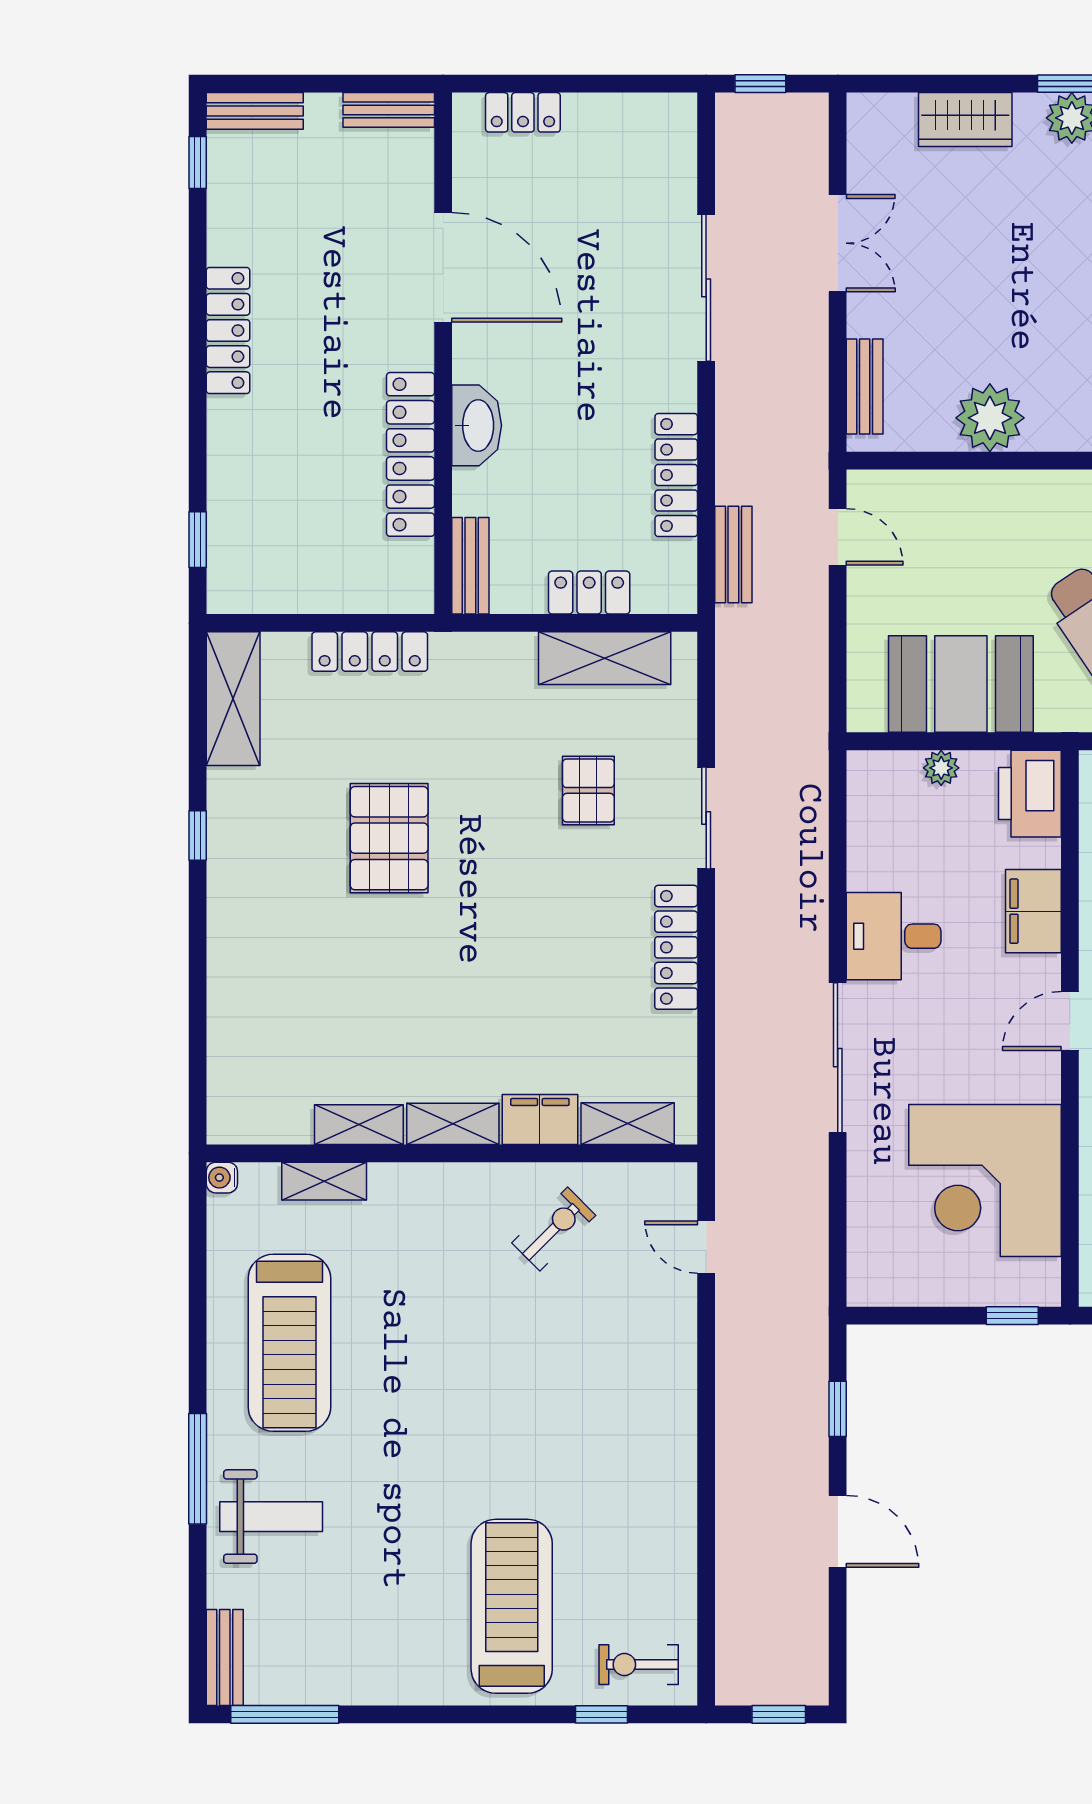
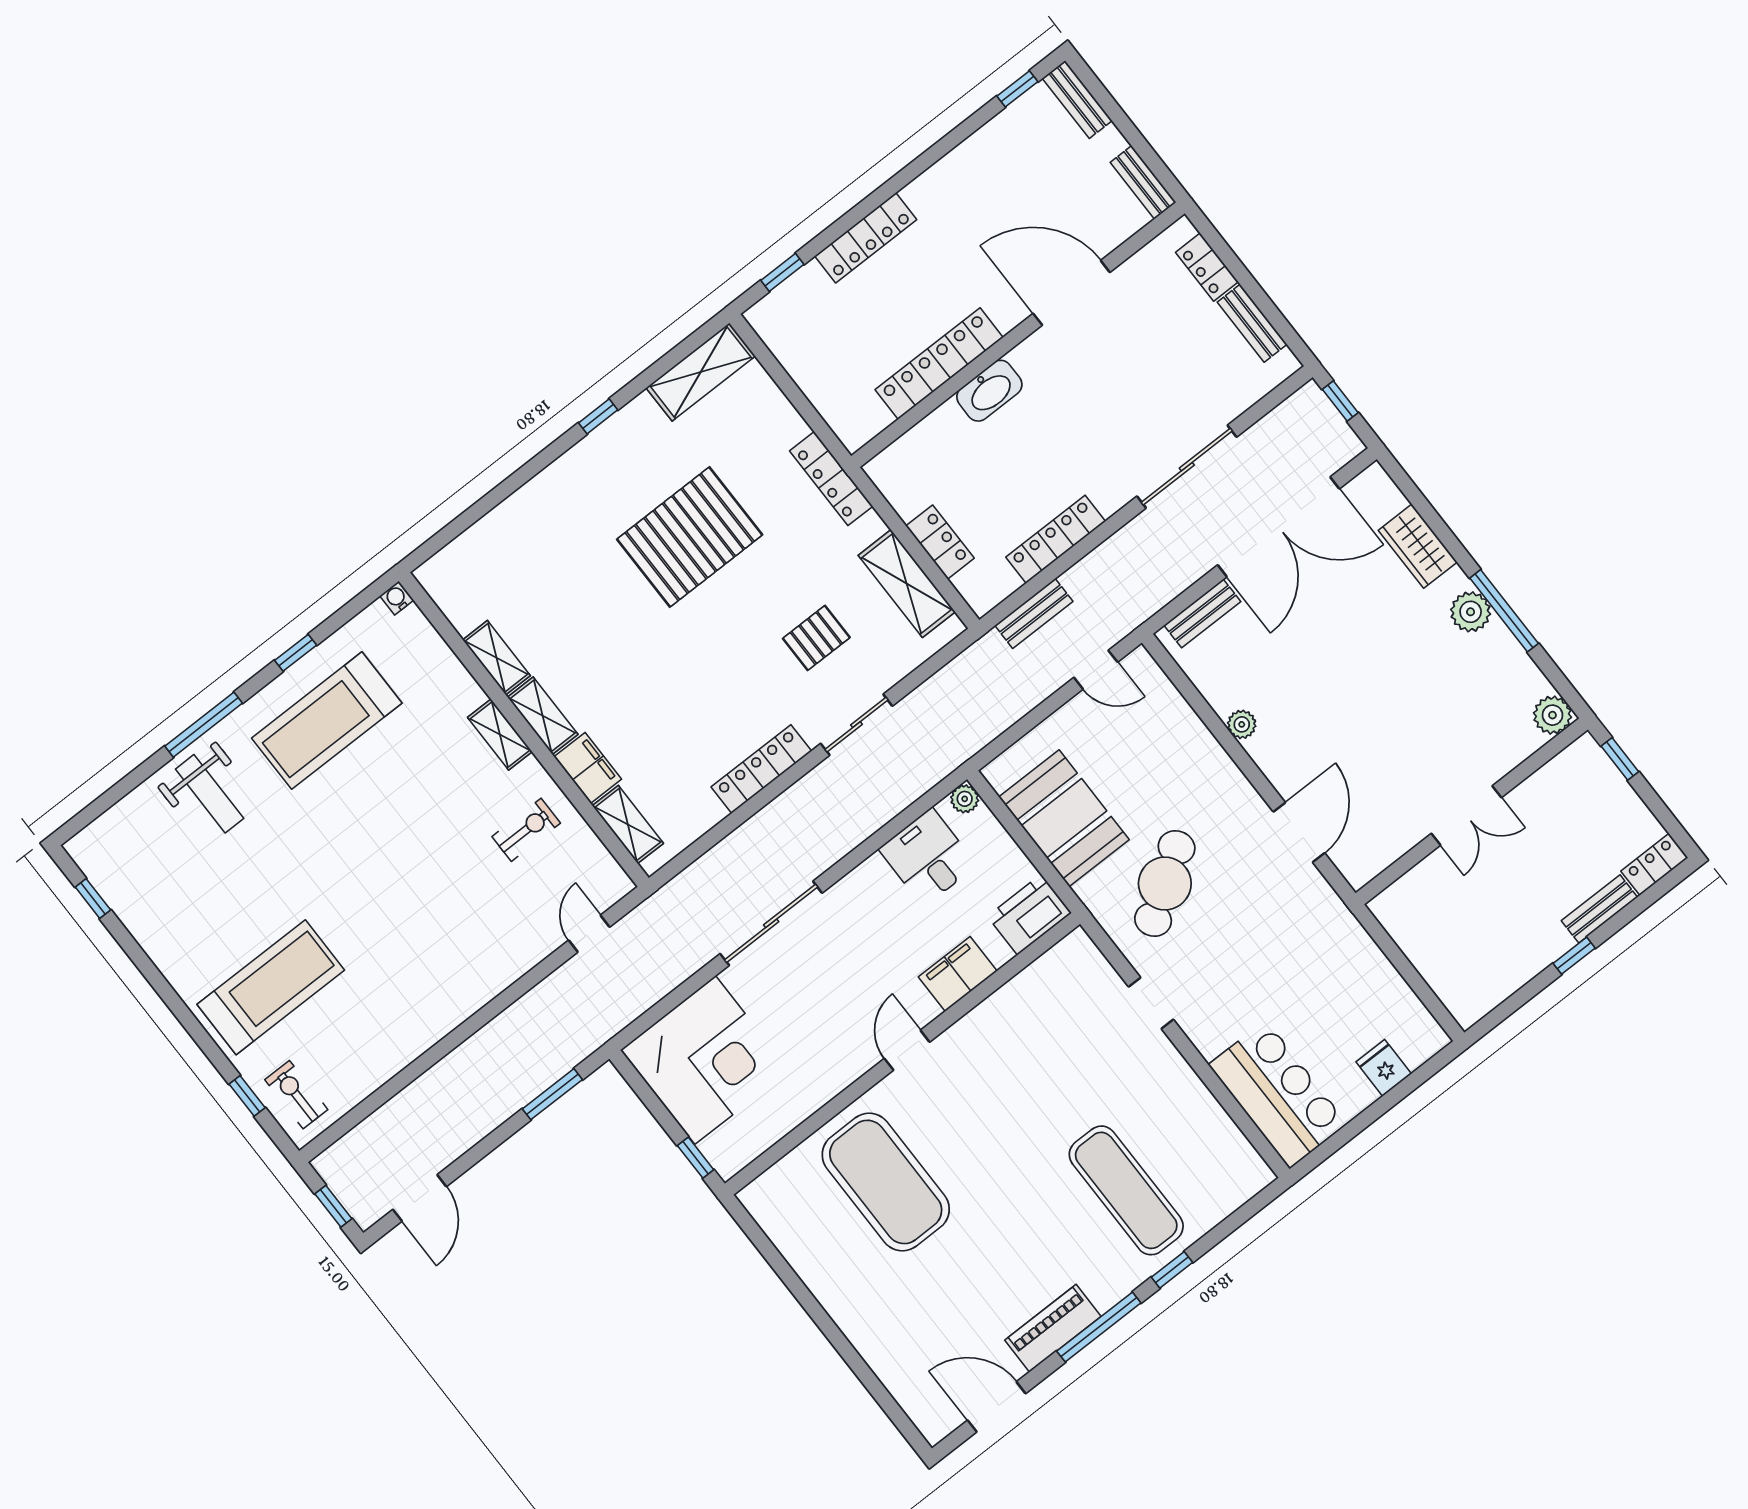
double door: (838, 243) -> (1279, 527), width x1.87
door: (443, 267) -> (1072, 293), swing flipped
locker: (228, 330) -> (866, 238), moved
plant: (990, 418) -> (1242, 724), width x0.53, depth x0.53
door: (838, 537) -> (1096, 670), hinge flipped
bench: (470, 566) -> (1252, 323), moved, turned 90
locker: (370, 652) -> (831, 479), moved
plant: (941, 768) -> (965, 799), moved
pallet: (389, 838) -> (690, 537), width x1.37, depth x1.41
desk: (894, 936) -> (928, 857), moved
door: (1070, 1021) -> (907, 1050), hinge flipped
shelving: (324, 1181) -> (500, 735), moved
corner desk: (985, 1181) -> (705, 1060), moved, turned 180
exercise bike: (554, 1229) -> (526, 830), turned -45
window: (198, 1321) -> (296, 653), added
window: (838, 1409) -> (552, 1094), width x1.50
door: (838, 1531) -> (420, 1198), moved
bench: (225, 1658) -> (99, 833), removed
window: (285, 1714) -> (93, 898), width x0.46

